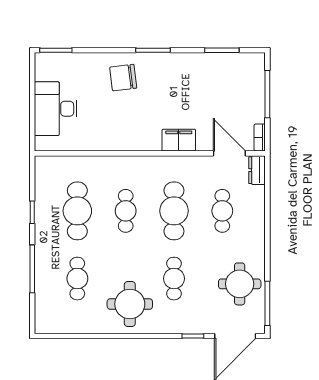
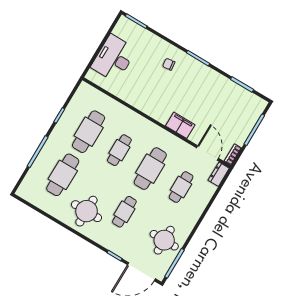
chair: (123, 78) -> (169, 64), width x0.54, depth x0.54
cafe table: (77, 279) -> (63, 175), width x1.37, depth x1.35

